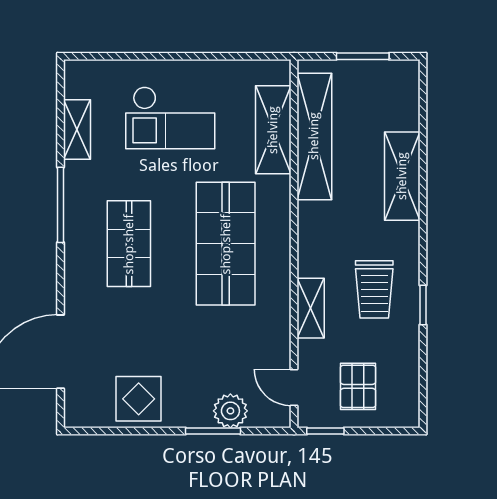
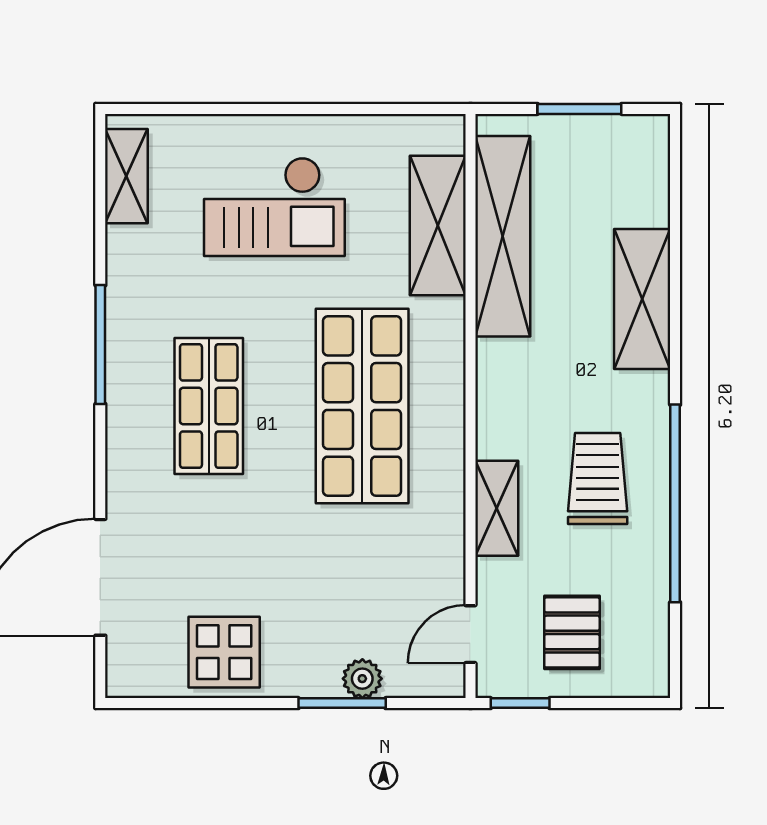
shelving: (77, 129) -> (126, 176), moved
trolley: (374, 289) -> (598, 479), turned 180
window: (423, 305) -> (675, 503), width x3.17
door: (294, 387) -> (470, 634), hinge flipped
plant: (230, 411) -> (362, 679), width x0.73, depth x0.73

